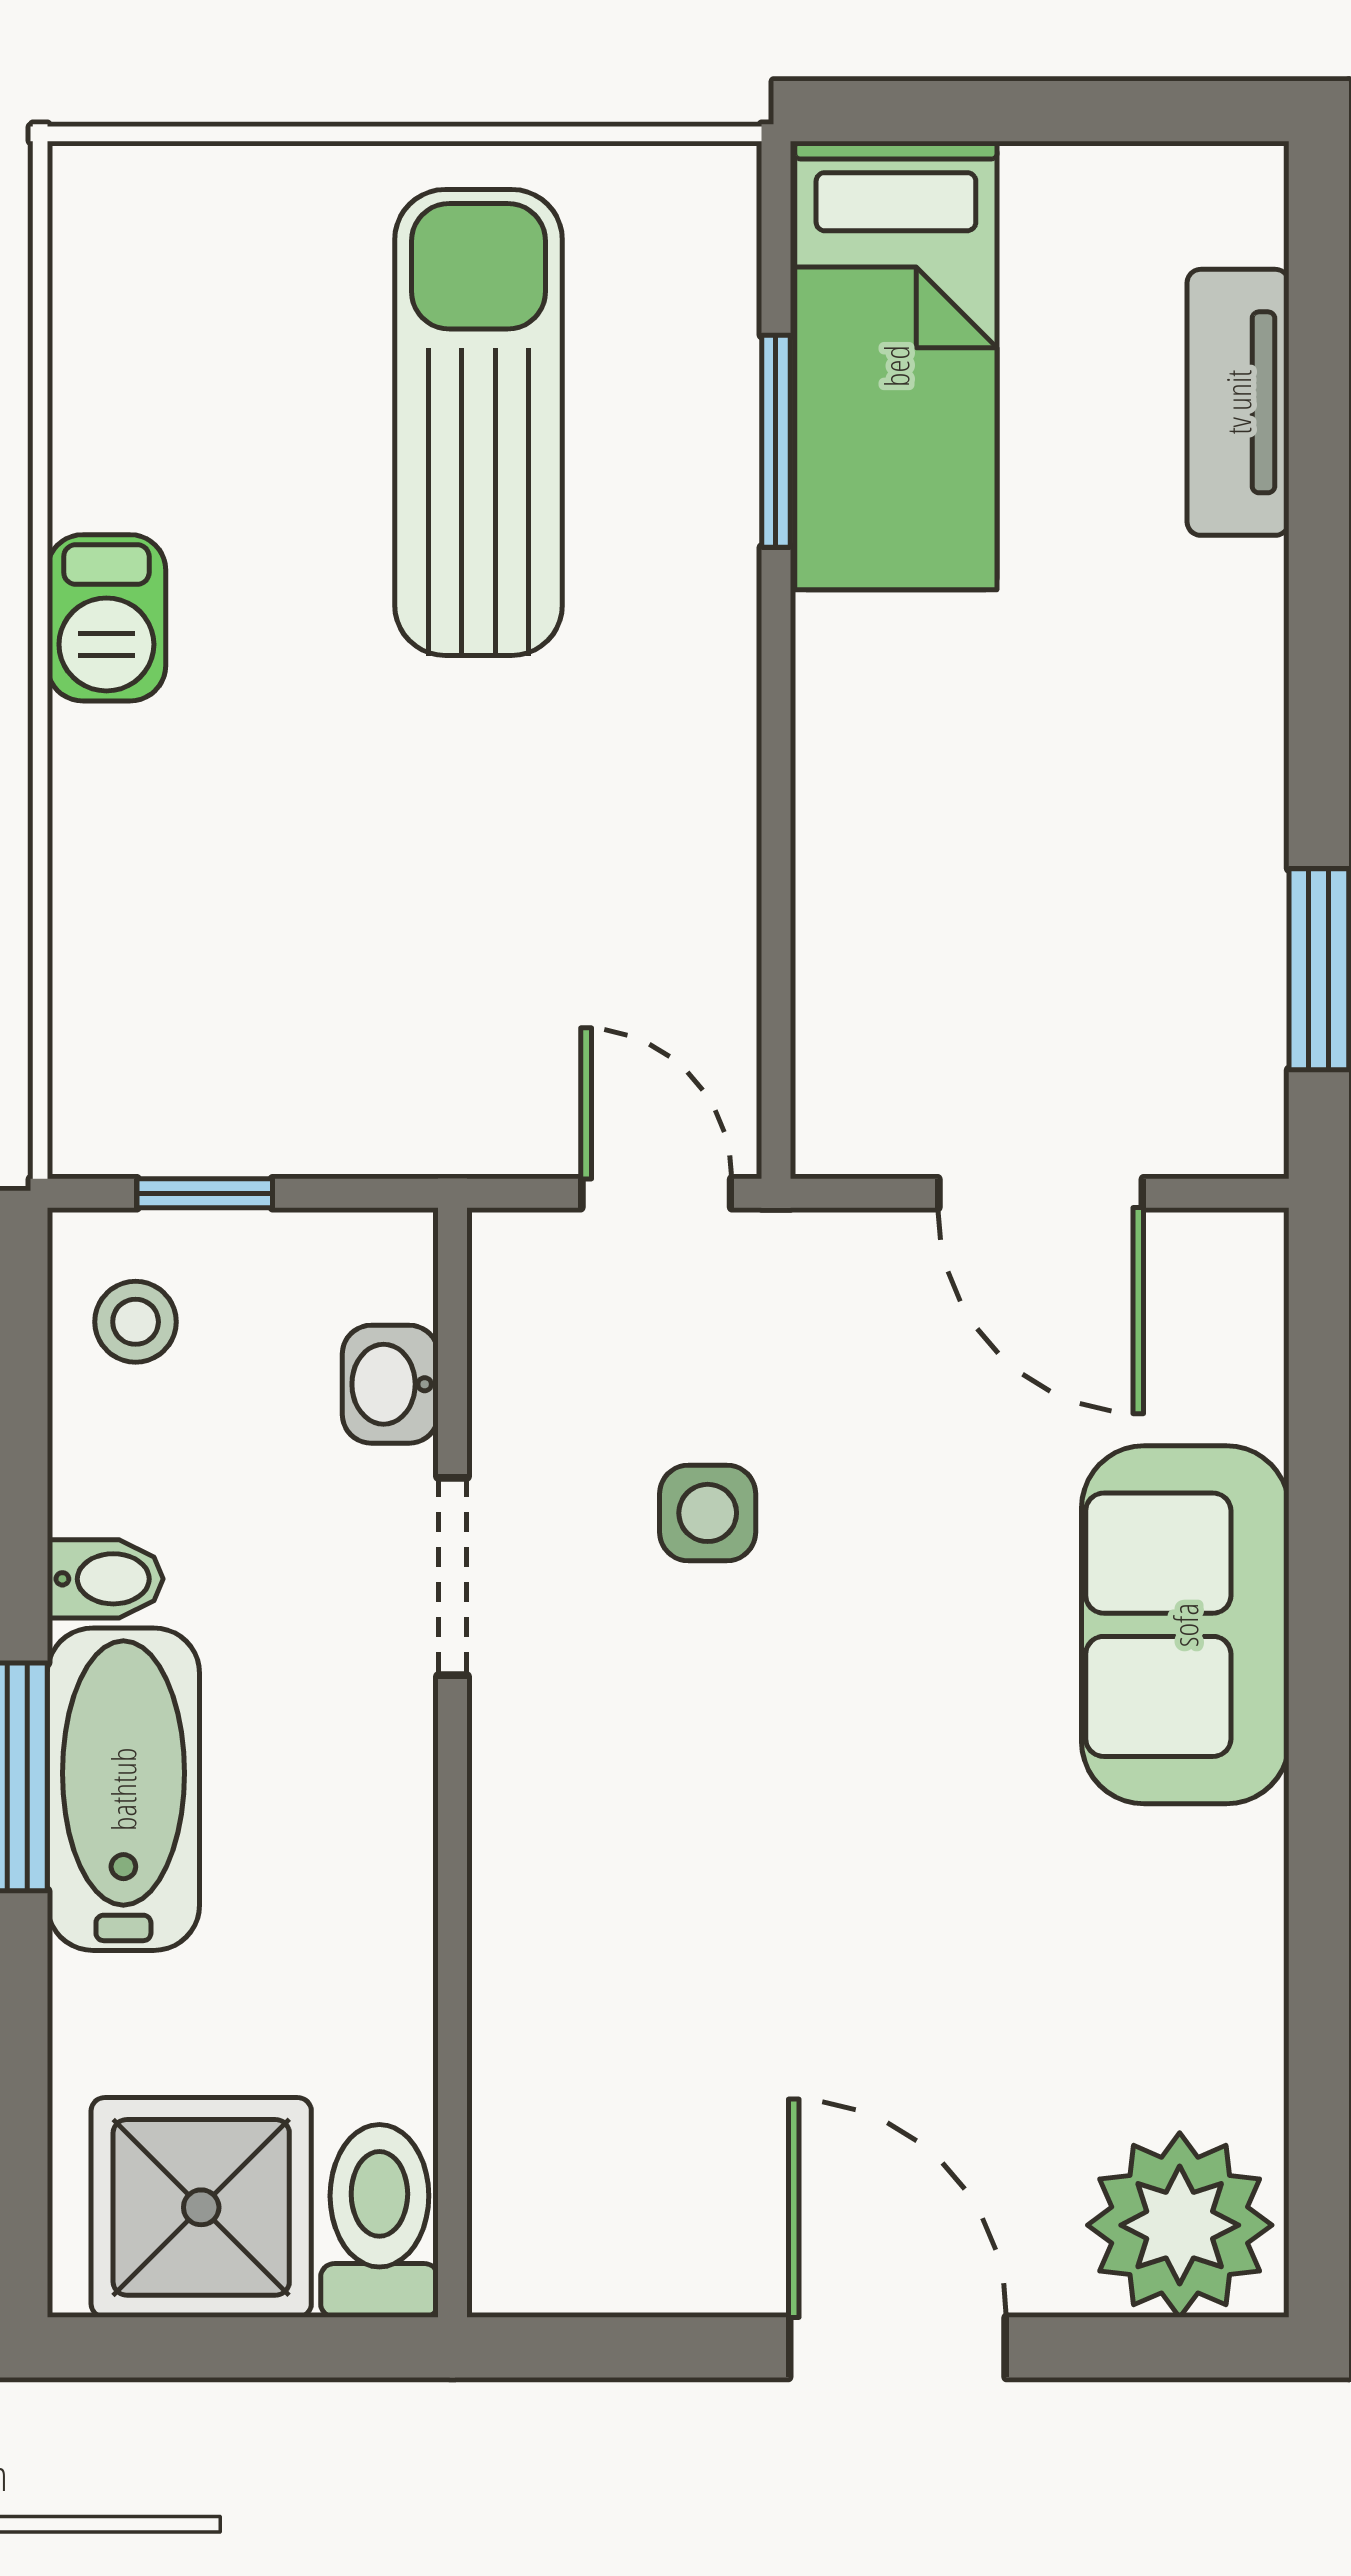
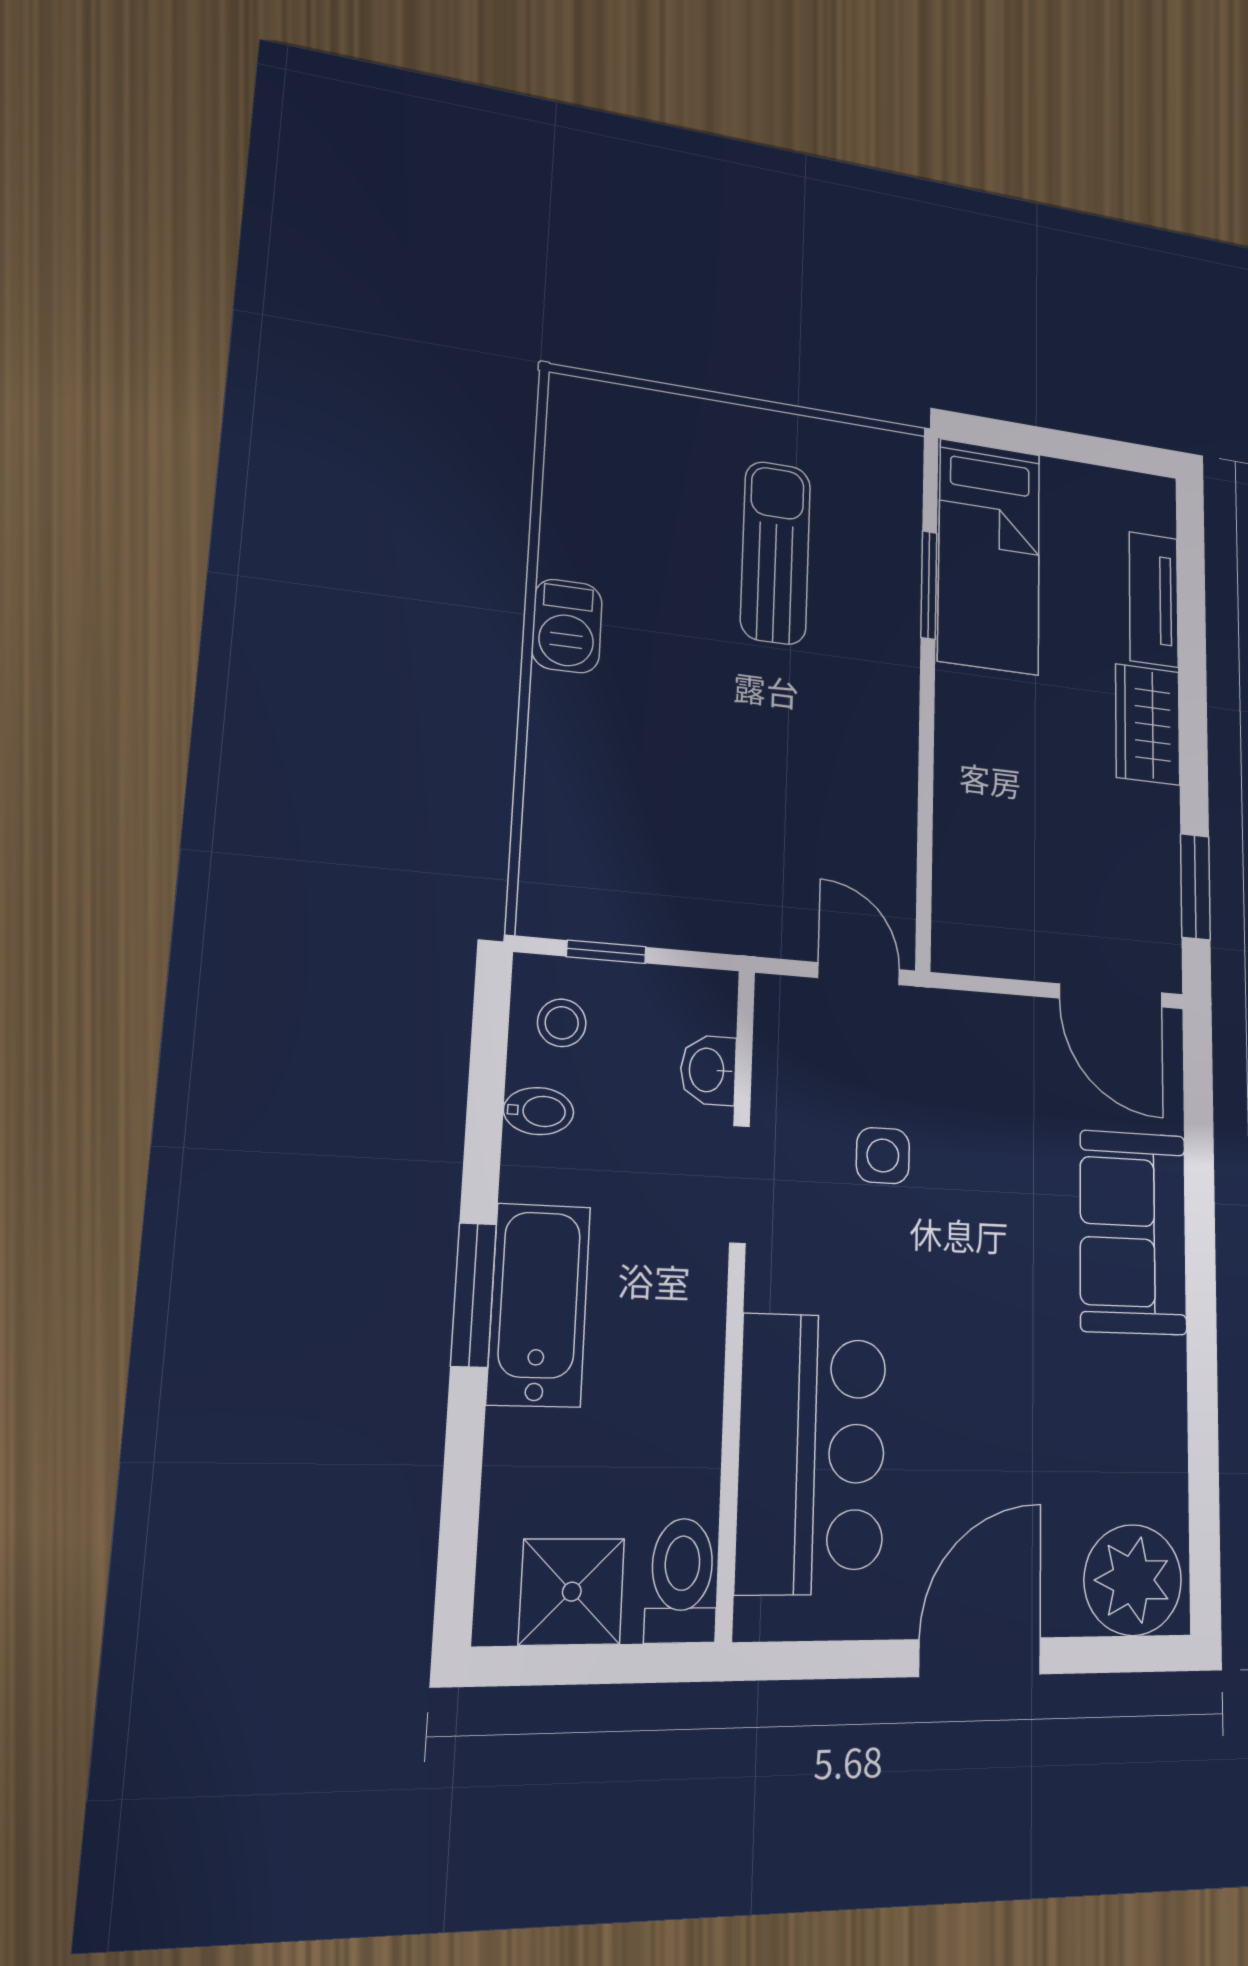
sun lounger: (479, 422) -> (775, 553), width x0.73, depth x0.75
wardrobe: (1223, 659) -> (1148, 724), added
door: (1041, 1193) -> (1111, 995), moved
bidet: (105, 1579) -> (539, 1111), moved
bar counter: (593, 2018) -> (812, 1453), added
shower: (201, 2207) -> (572, 1592), width x0.73, depth x0.73
door: (897, 2347) -> (980, 1657), hinge flipped

